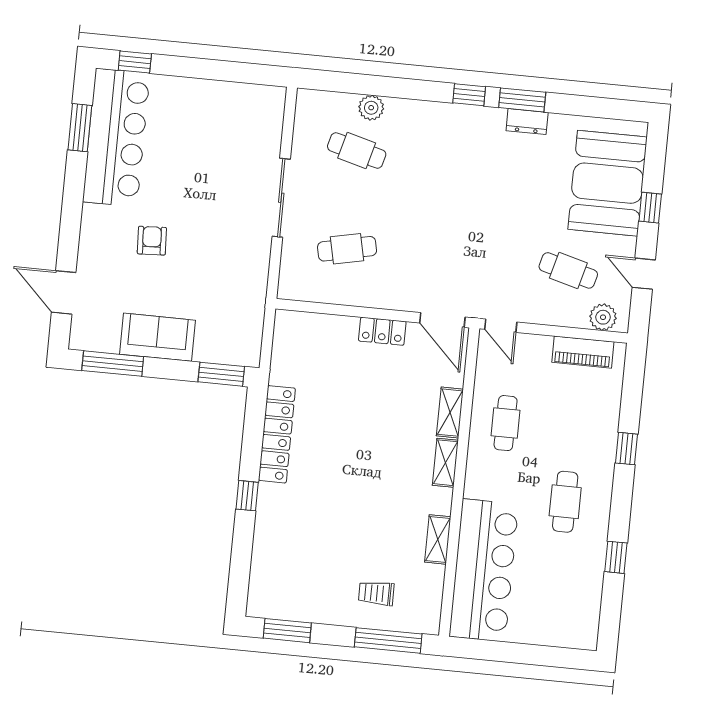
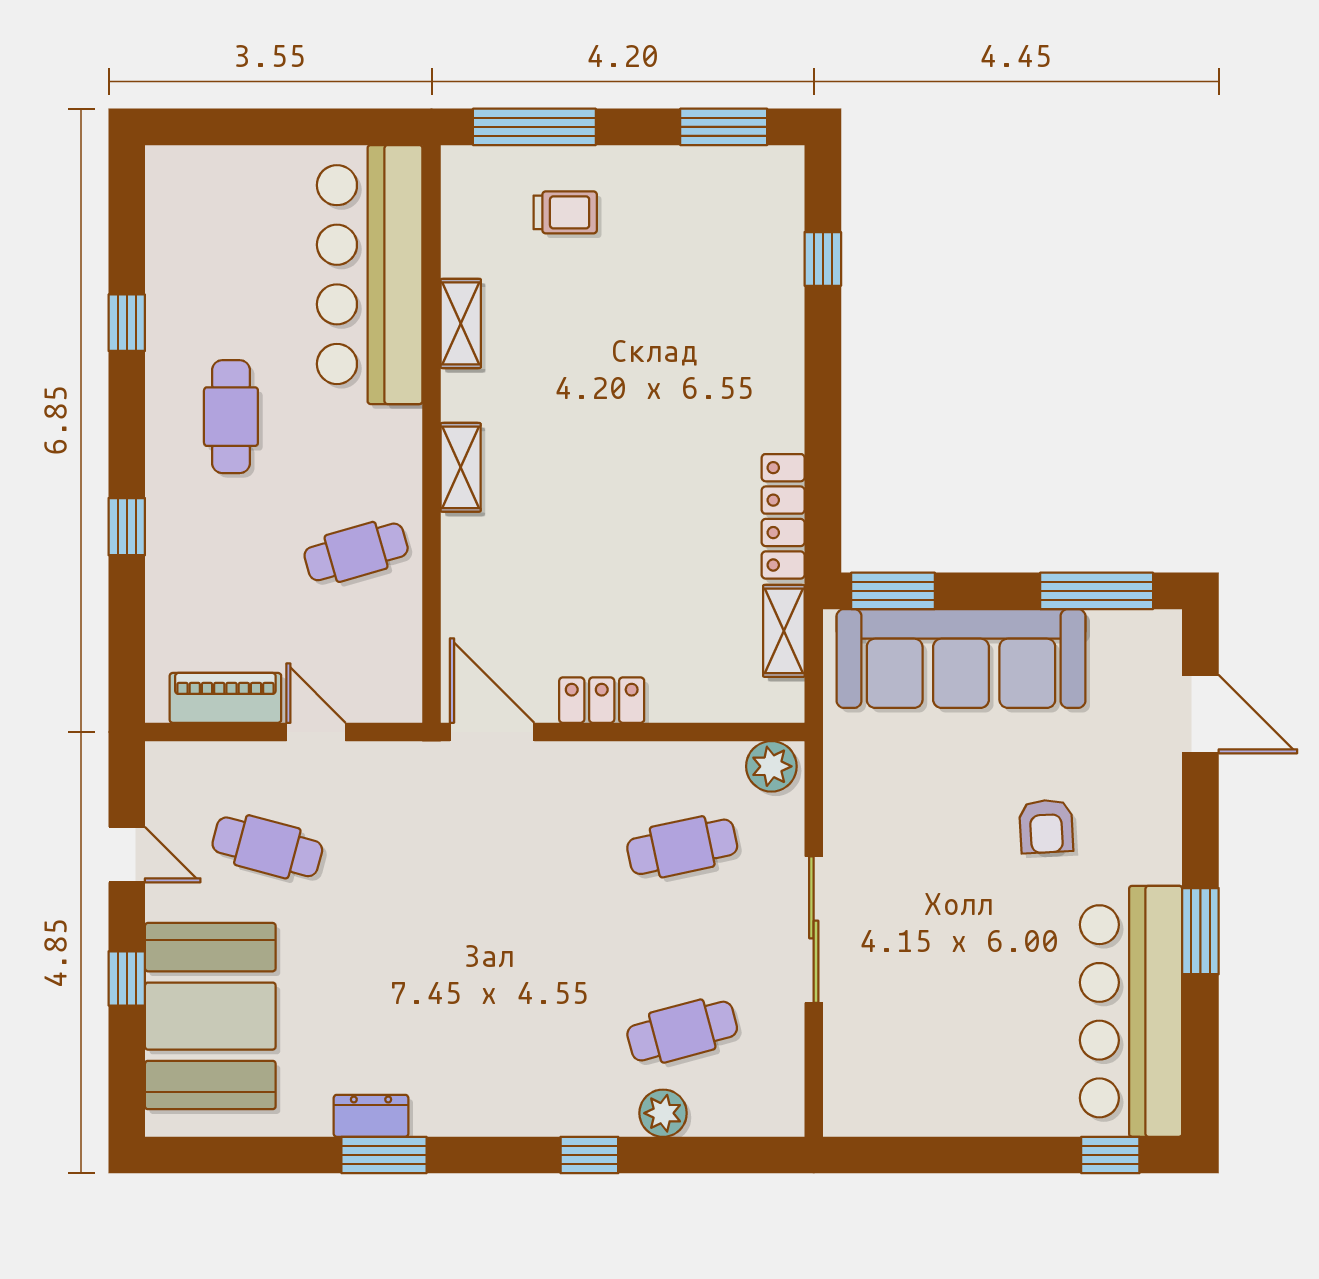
window: (469, 95) -> (589, 1155), moved
window: (80, 128) -> (1200, 931), moved
cafe table: (357, 150) -> (682, 1031), turned -30
plant: (603, 317) -> (771, 766), moved
door: (501, 326) -> (316, 732), moved
sofa: (157, 337) -> (961, 658), width x1.85, depth x1.27
shelving: (450, 413) -> (784, 631), moved
cafe table: (506, 423) -> (356, 552), turned 74
locker: (277, 434) -> (783, 516), width x0.71, depth x0.83
window: (247, 496) -> (823, 259), moved

